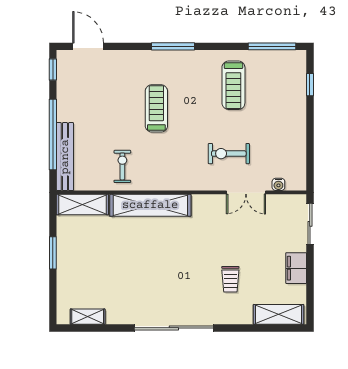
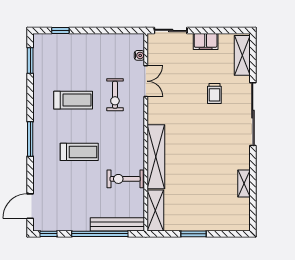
window: (272, 46) -> (30, 61), width x0.69
treadmill: (233, 85) -> (73, 100), moved
treadmill: (156, 108) -> (79, 152), turned 180
exercise bike: (122, 166) -> (125, 179), width x1.38, depth x1.39
trolley: (230, 279) -> (214, 93), turned 90
shelving: (88, 317) -> (244, 184), moved
sliding door: (174, 328) -> (253, 114), moved

